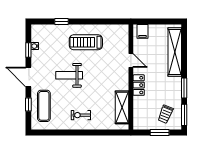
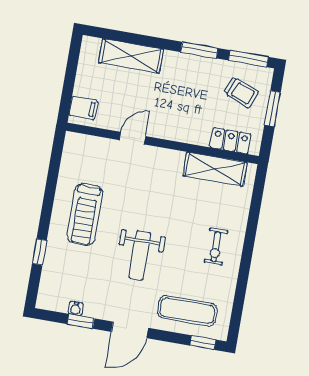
shelving: (175, 52) -> (131, 56), width x0.68
locker: (139, 85) -> (231, 141), moved
window: (28, 104) -> (203, 343), moved

